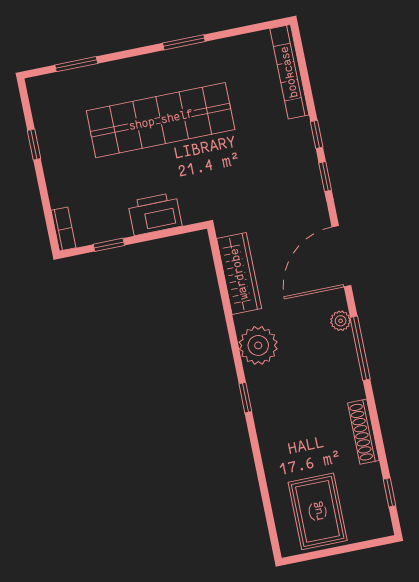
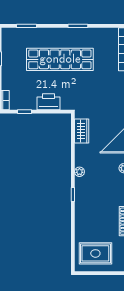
wardrobe: (239, 274) -> (82, 131), width x0.67
plant: (258, 345) -> (79, 172), width x0.53, depth x0.53
rug: (318, 511) -> (95, 253), turned 90

